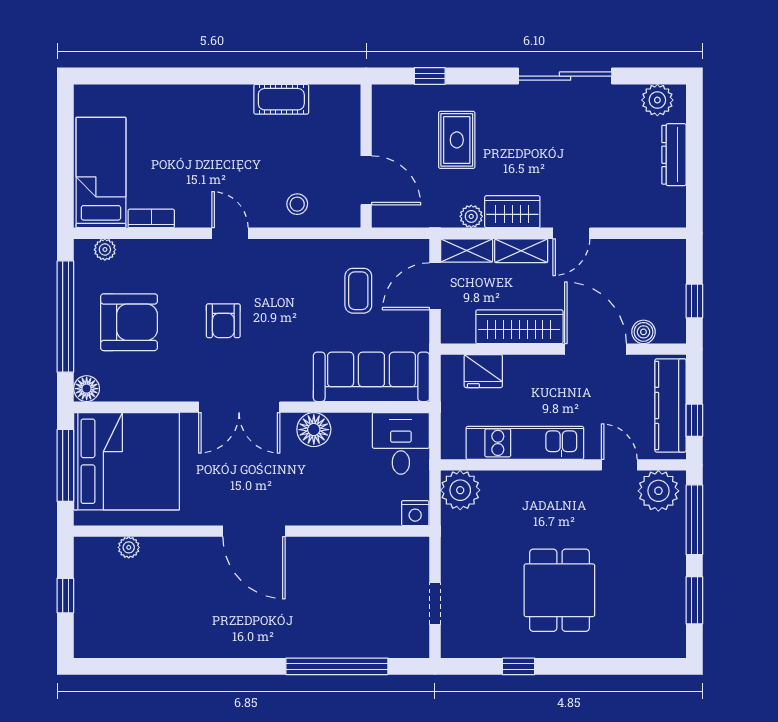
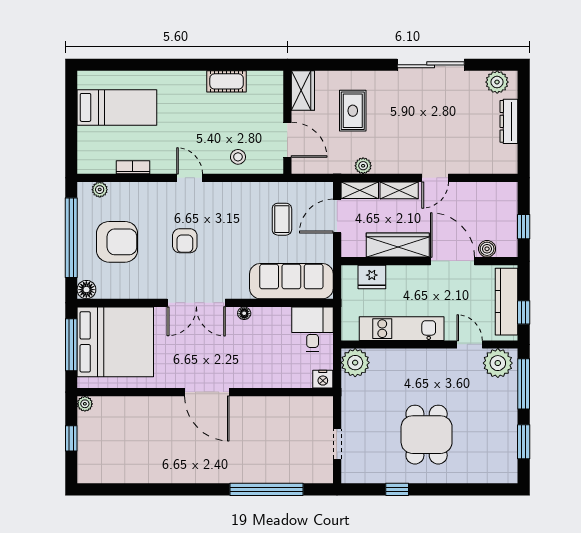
window: (430, 76) -> (333, 65), removed
bed: (101, 173) -> (117, 107), moved, turned 90
wardrobe: (512, 212) -> (303, 91), moved, turned 90
floor lamp: (314, 430) -> (244, 313), width x0.53, depth x0.53
plant: (129, 547) -> (85, 404), moved

